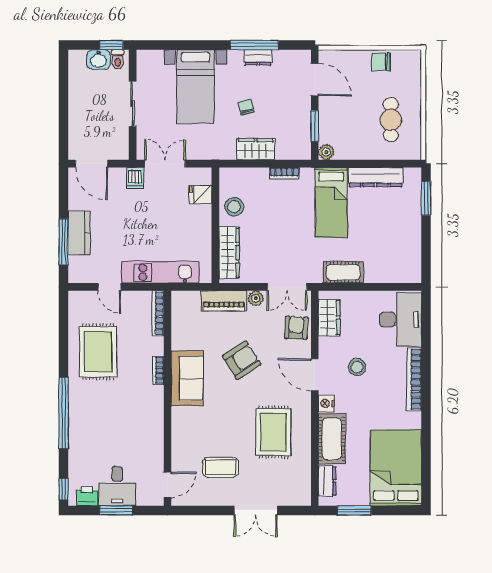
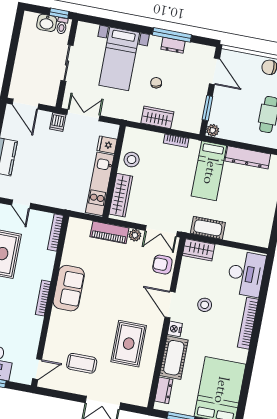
kitchen unit: (160, 272) -> (100, 184), moved, turned -90
wardrobe: (329, 318) -> (199, 250), moved, turned 90
armchair: (296, 328) -> (162, 265), turned -93
armchair: (242, 360) -> (114, 282), removed
bookcase: (158, 370) -> (43, 298), moved, width x1.56

